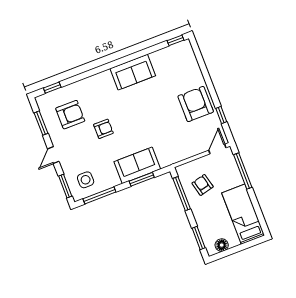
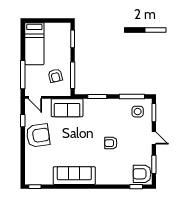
sofa: (133, 72) -> (74, 176), width x1.36
armchair: (196, 104) -> (38, 136), turned -98
armchair: (70, 115) -> (142, 174), moved
door: (217, 149) -> (35, 97), hinge flipped
door: (53, 155) -> (154, 138), hinge flipped
sofa: (137, 165) -> (67, 108), moved
floor lamp: (222, 245) -> (58, 27), removed

